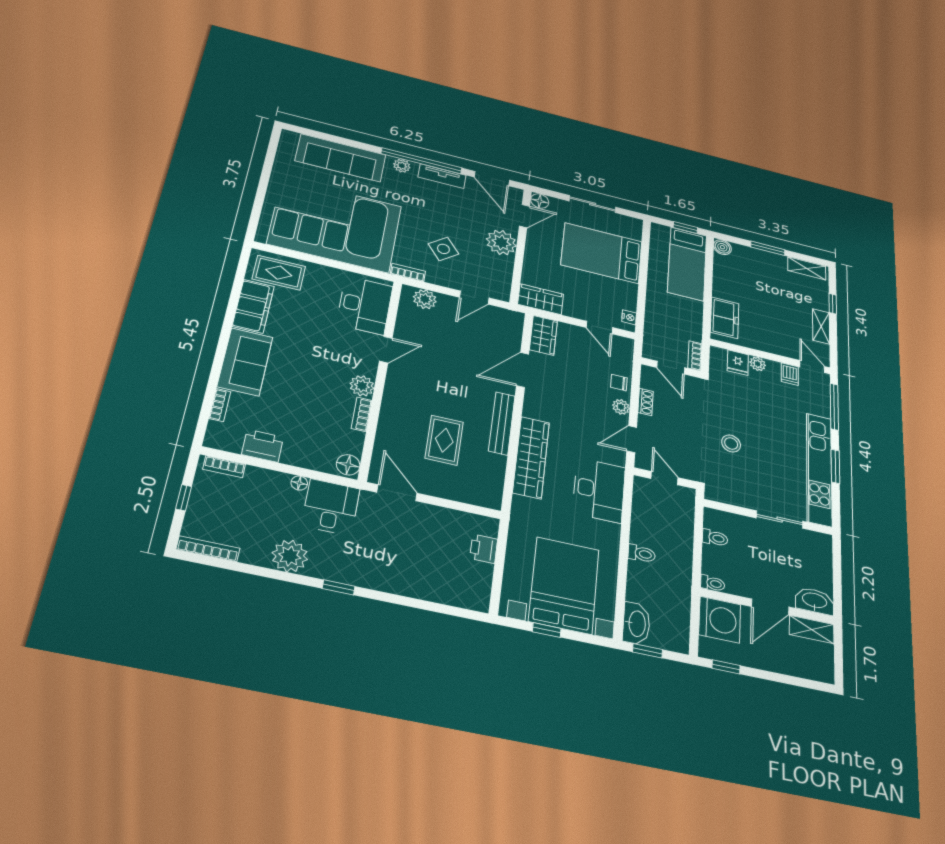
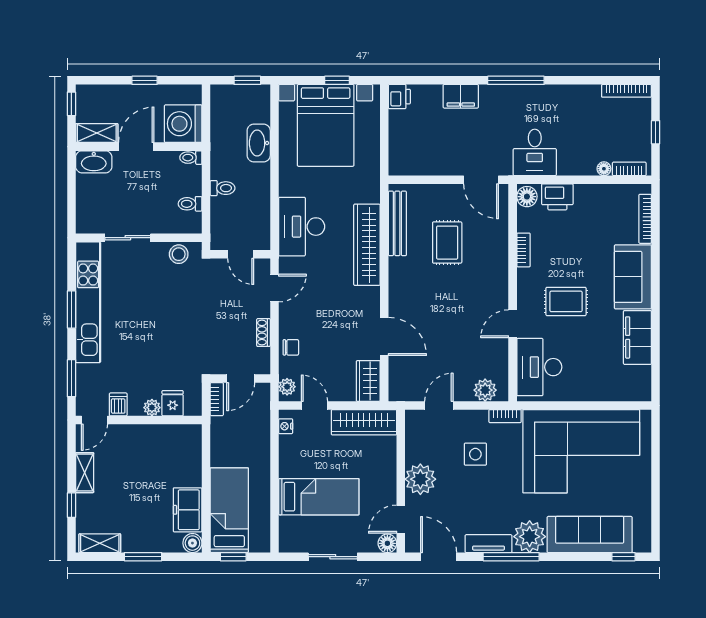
window: (311, 133) -> (623, 557), added
window: (422, 161) -> (511, 557), width x0.68
plant: (402, 166) -> (530, 537), width x1.87, depth x1.87
side table: (443, 249) -> (475, 454), turned 38
bed: (602, 253) -> (319, 497), width x0.67
rug: (279, 273) -> (566, 301), moved
wardrobe: (541, 299) -> (364, 422), width x1.50
freezer: (725, 318) -> (188, 510), moved
door: (812, 367) -> (94, 420), hinge flipped
door: (671, 368) -> (241, 379), swing flipped
door: (523, 370) -> (384, 336), hinge flipped
plant: (362, 386) -> (528, 280), removed
bookcase: (220, 405) -> (645, 219), width x1.56
plant: (621, 407) -> (287, 387), moved
window: (834, 407) -> (71, 378), width x0.69
bench: (502, 423) -> (397, 223), moved
stool: (731, 444) -> (179, 254), moved
printer: (263, 446) -> (557, 197), moved
floor lamp: (299, 483) -> (604, 169), moved
printer: (484, 549) -> (399, 97), moved
toilet: (642, 554) -> (223, 188), moved, turned 180
plant: (290, 556) -> (560, 99), removed
filing cabinet: (406, 584) -> (461, 96), added
window: (339, 587) -> (516, 80), width x2.17
washbasin: (636, 624) -> (259, 143), moved
window: (839, 665) -> (71, 104), added
window: (726, 667) -> (145, 80), moved

